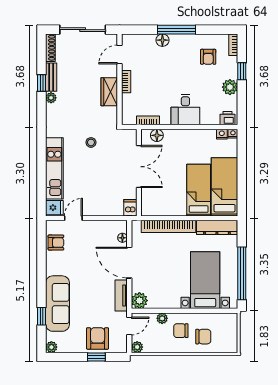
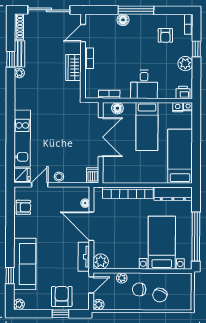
stool: (91, 142) -> (59, 177), moved
bed: (199, 190) -> (147, 127), moved, turned 180
chair: (203, 337) -> (160, 295), turned 113

